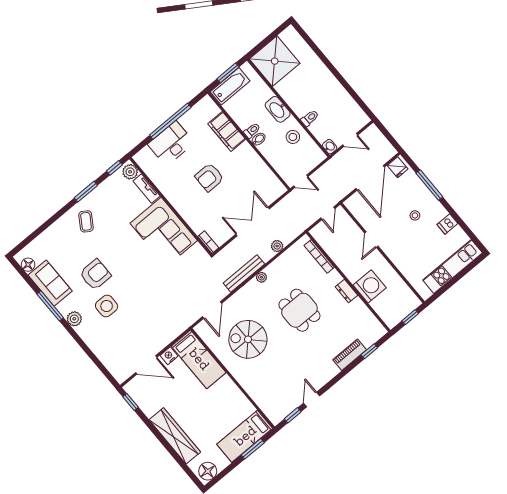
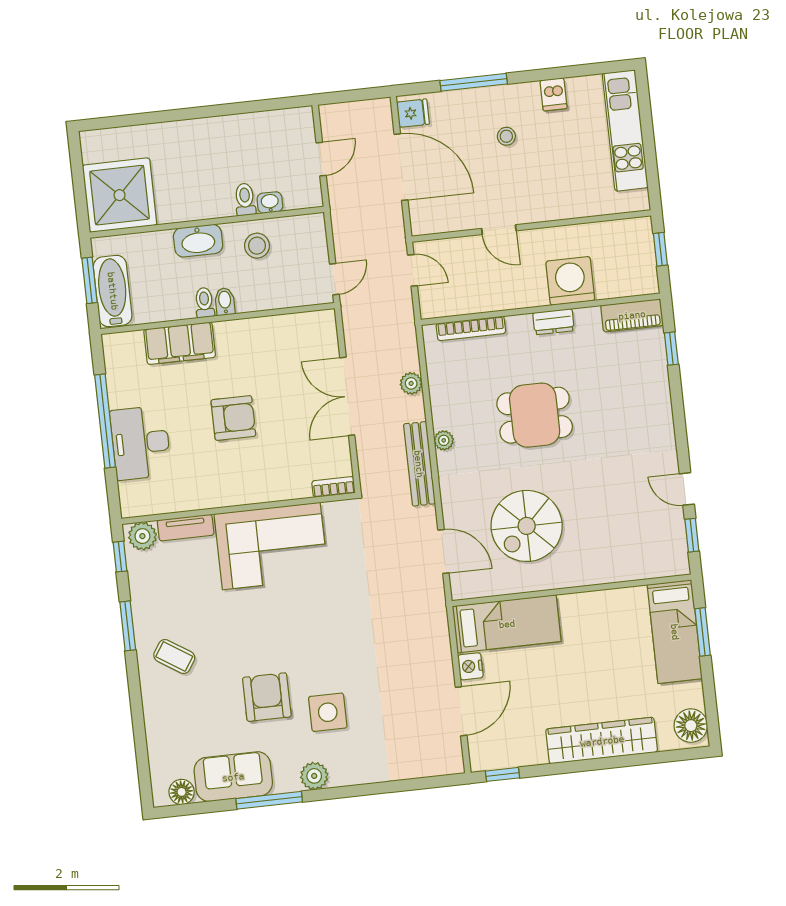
washbasin: (330, 147) -> (270, 203), moved
armchair: (209, 177) -> (233, 418), turned -90
piano: (350, 355) -> (632, 315), moved, turned -90

